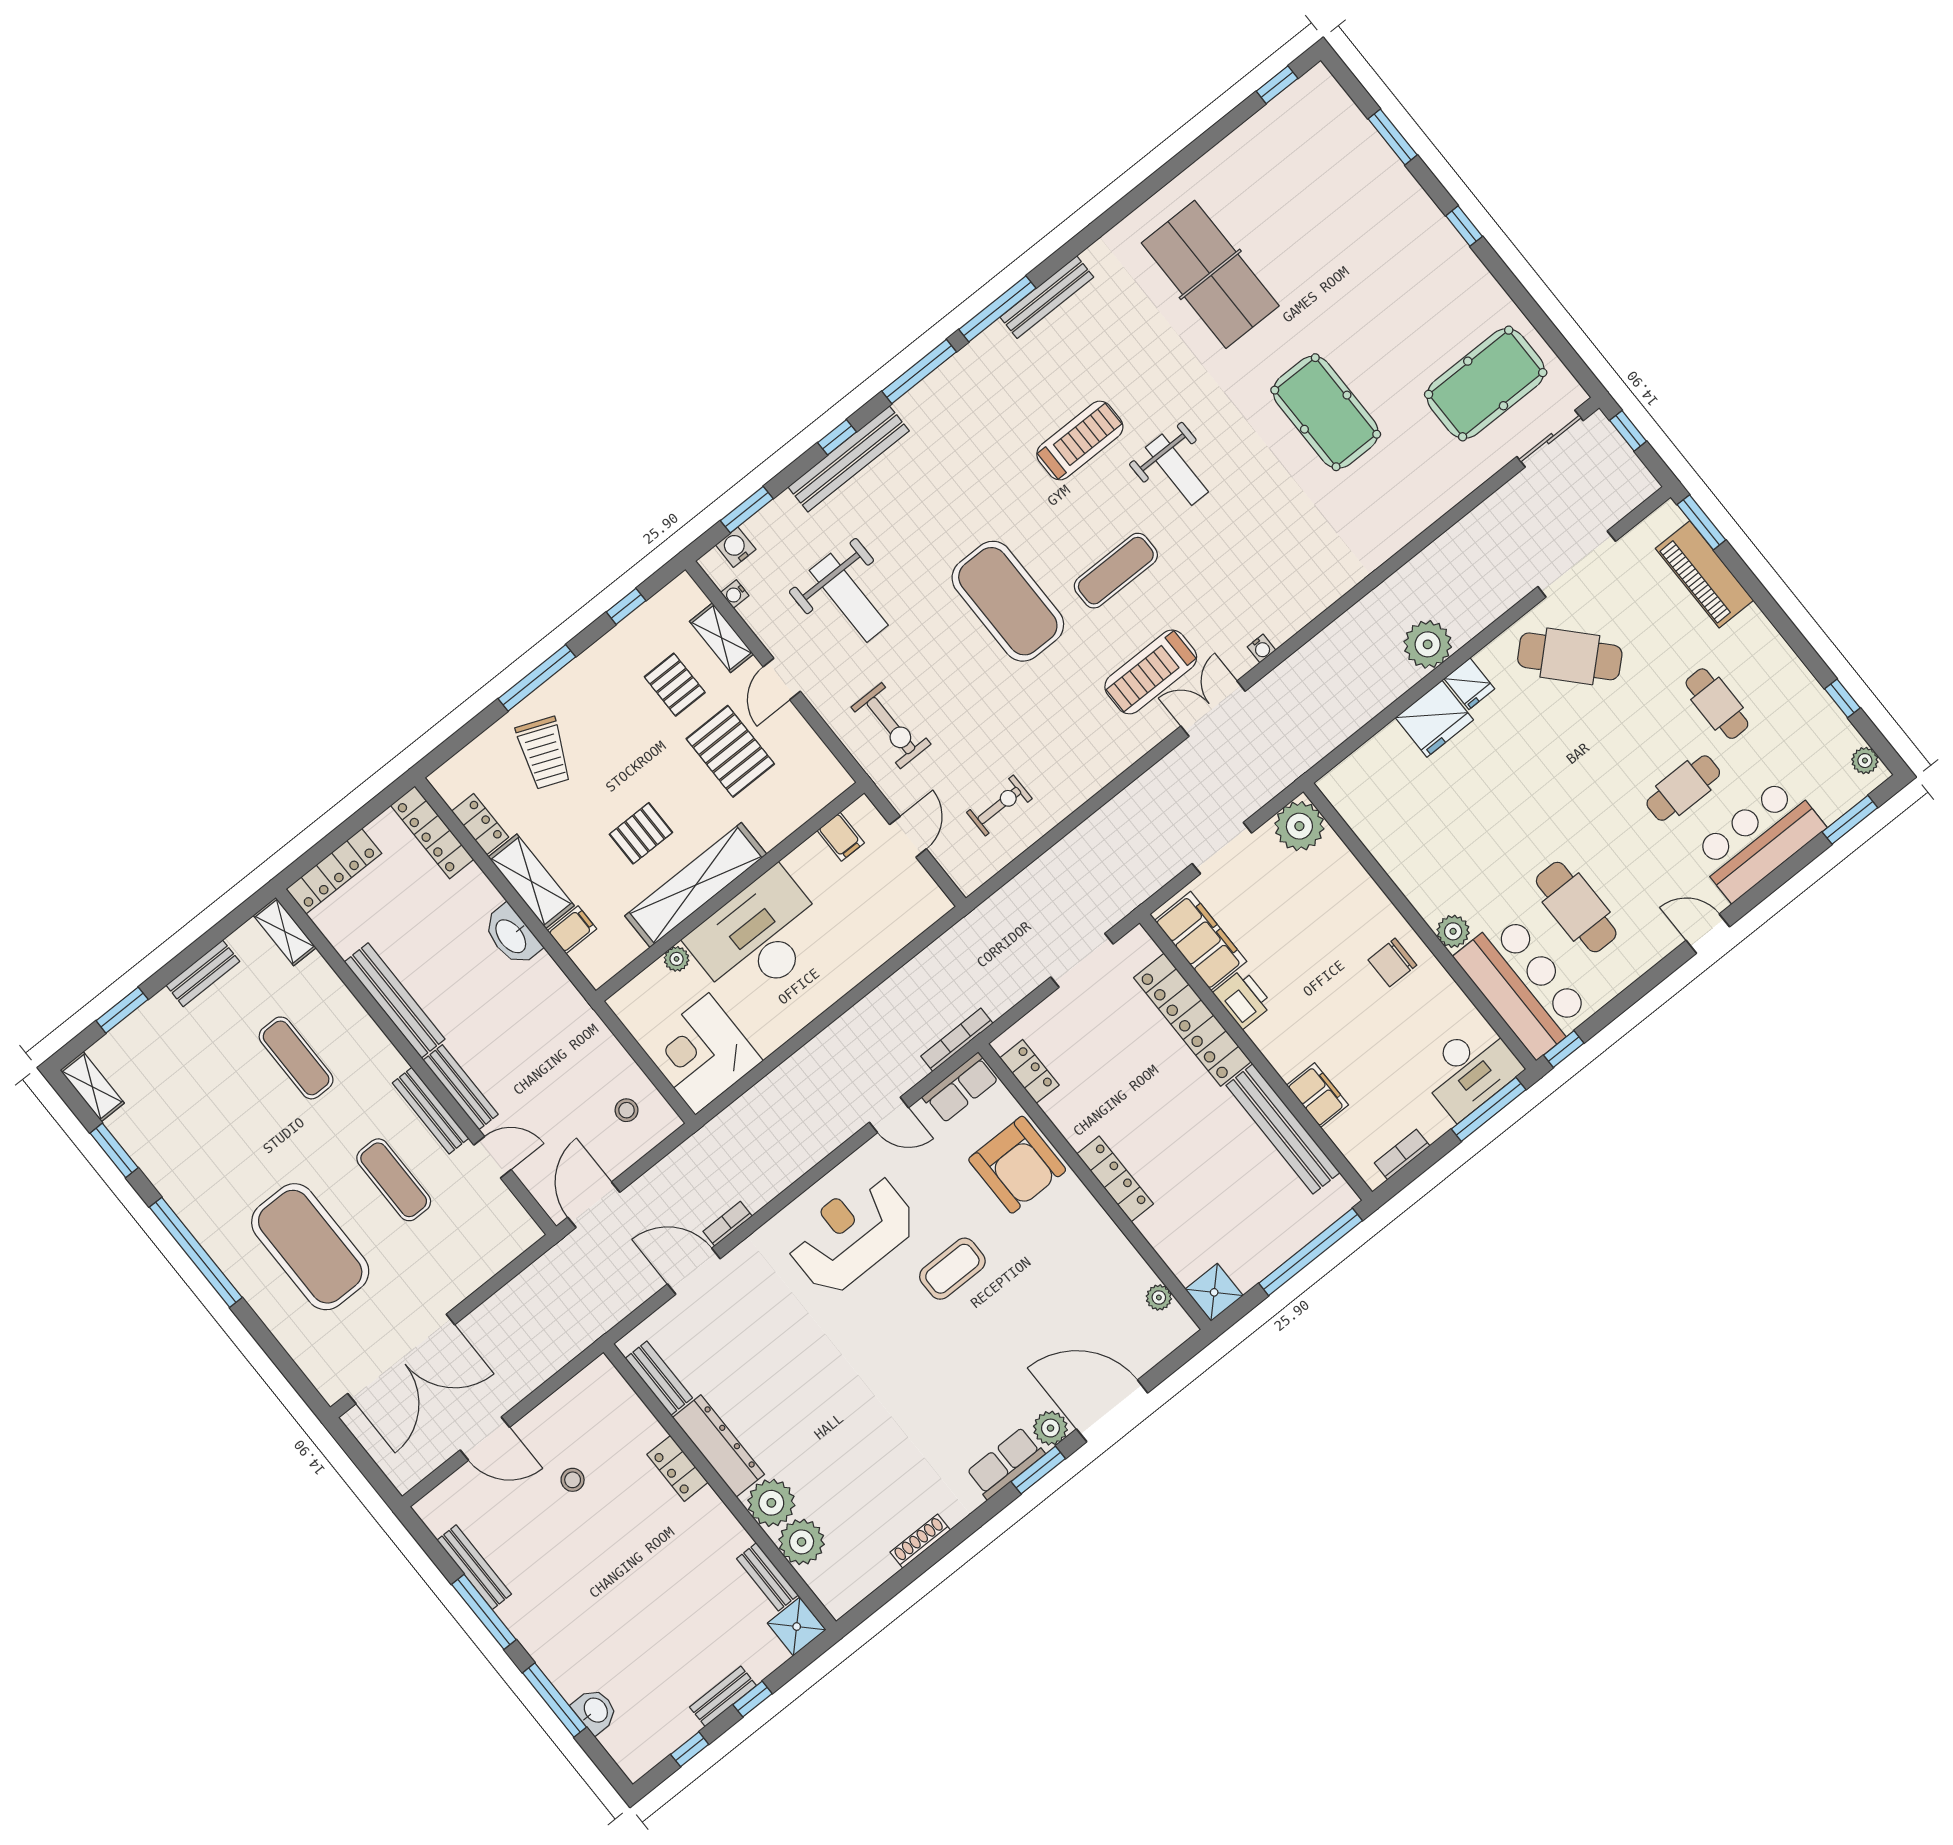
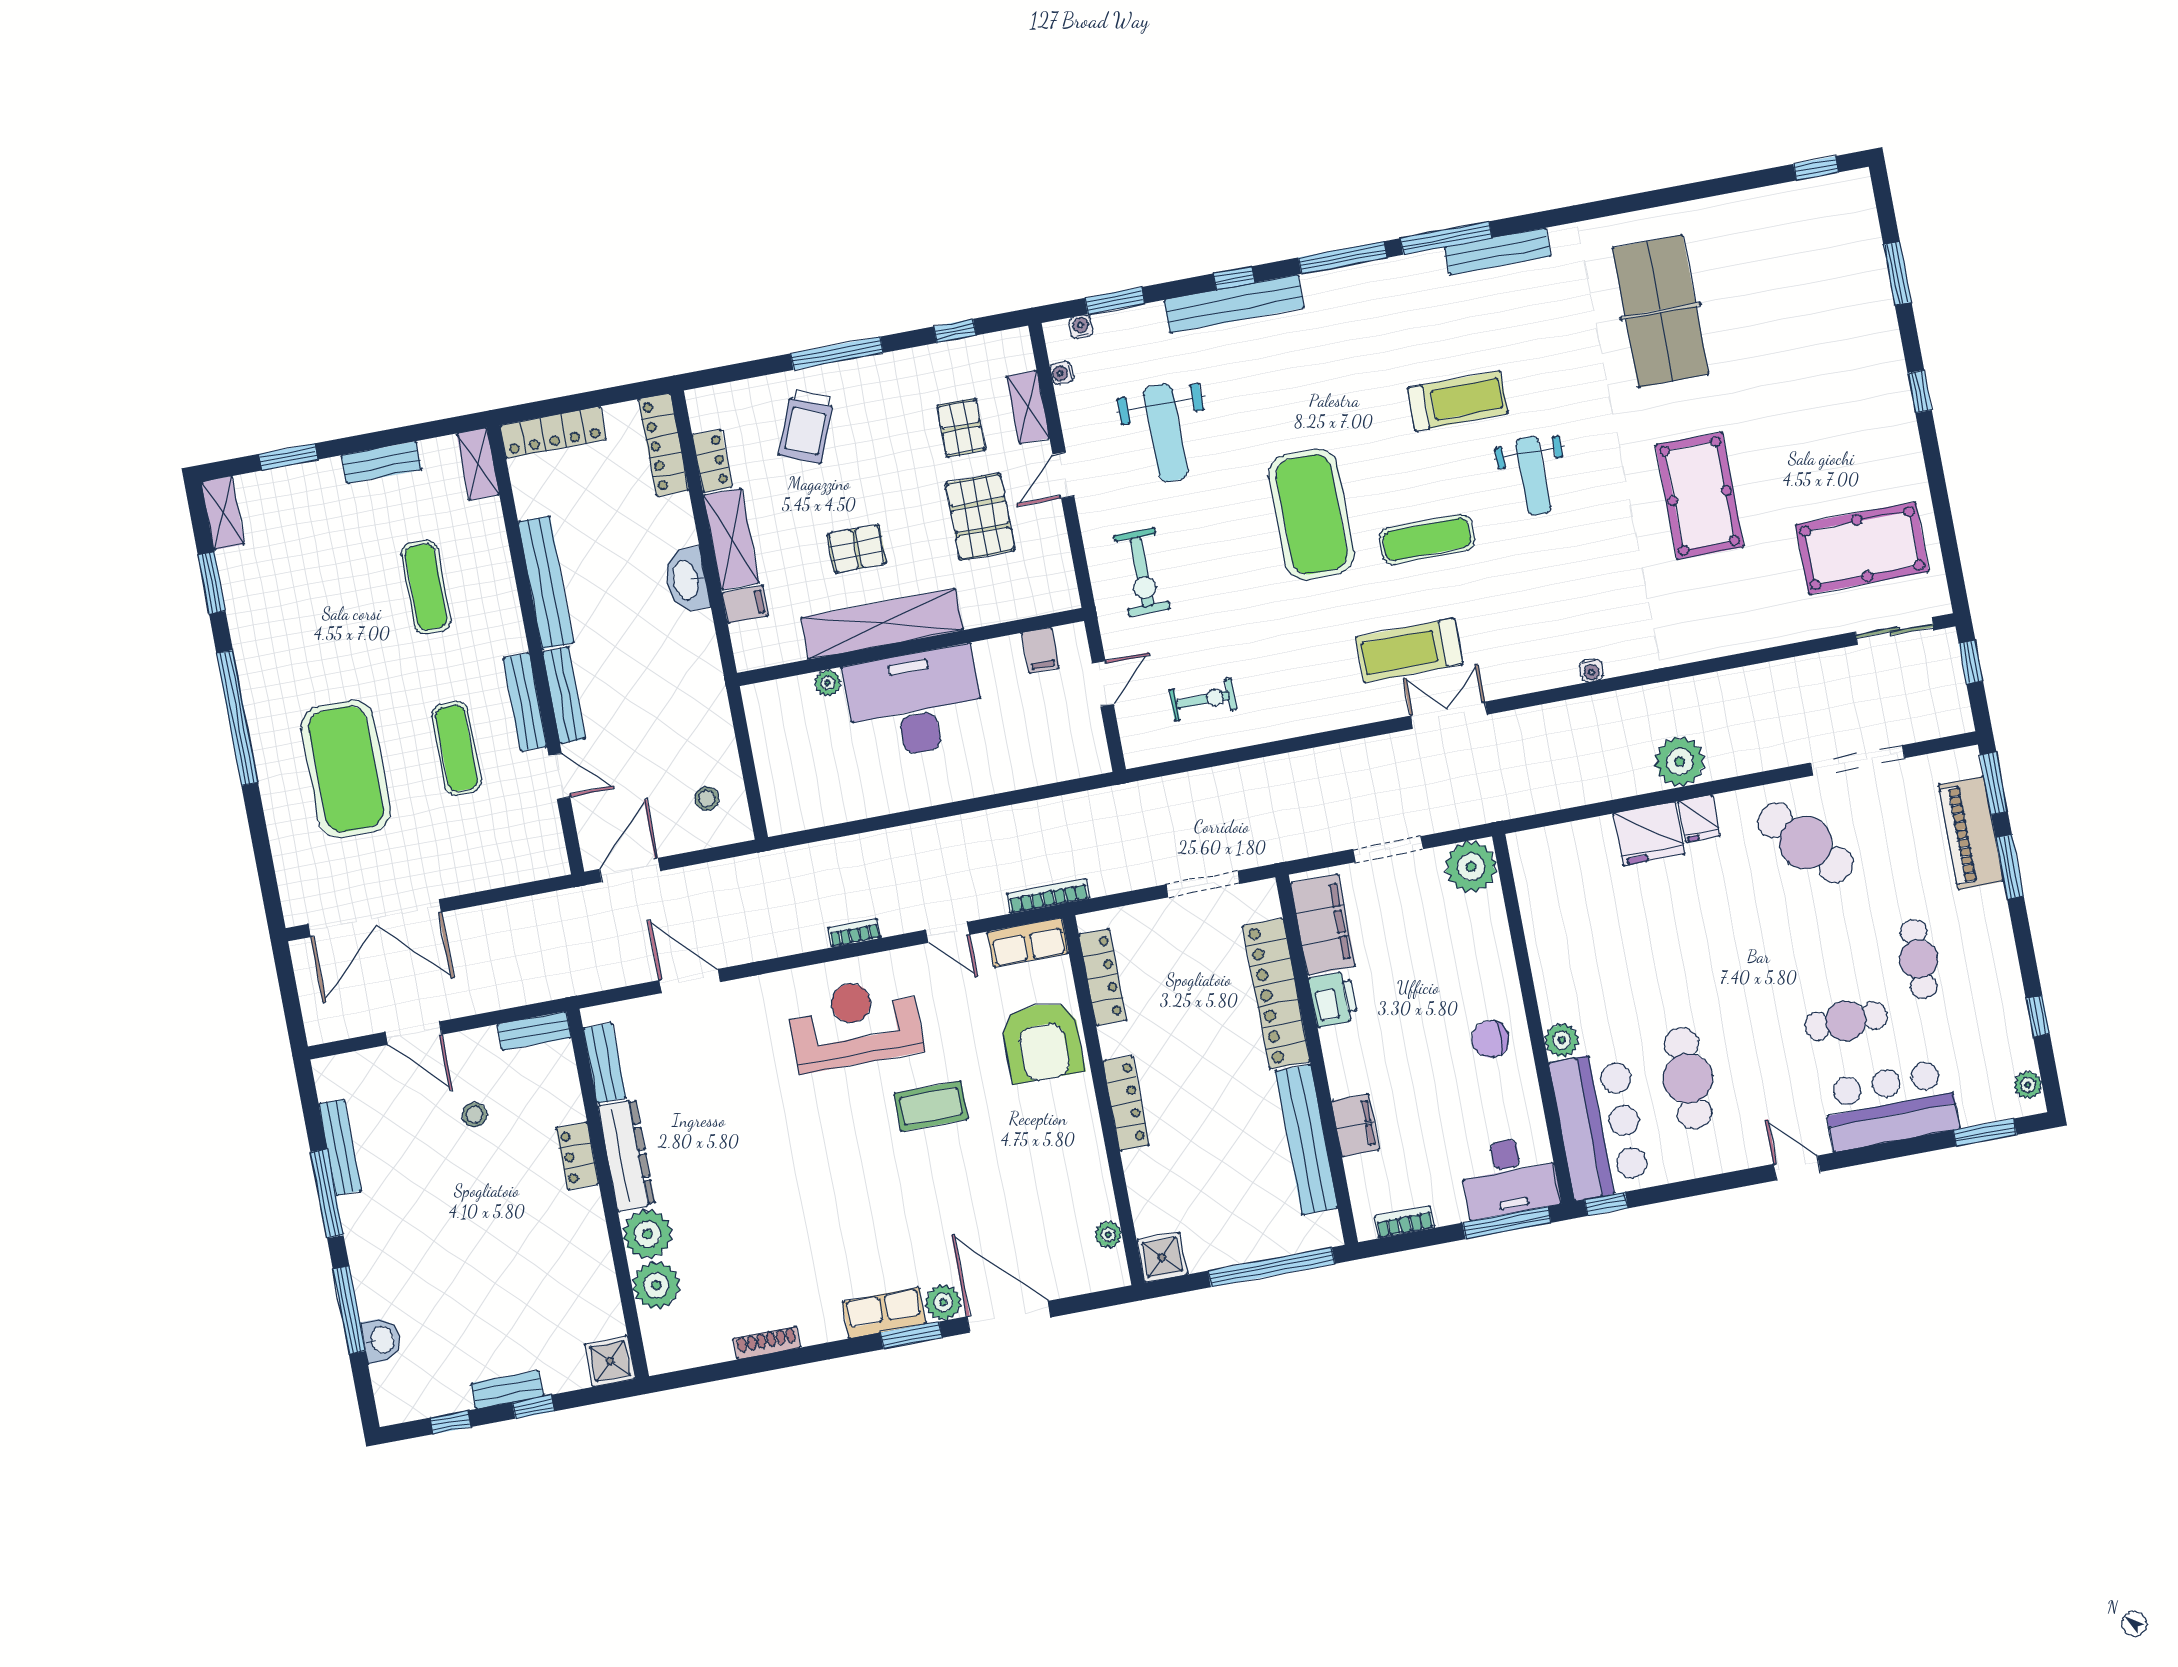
water cooler: (736, 547) -> (1081, 327), width x0.72, depth x0.72
window: (1752, 585) -> (2010, 867), added
water cooler: (1261, 648) -> (1591, 670), moved
corner desk: (702, 1054) -> (805, 783), removed
locker: (1029, 1071) -> (1103, 977), width x1.53
bookcase: (728, 1224) -> (854, 933), moved
bench: (767, 1577) -> (534, 1031), moved, turned 90

